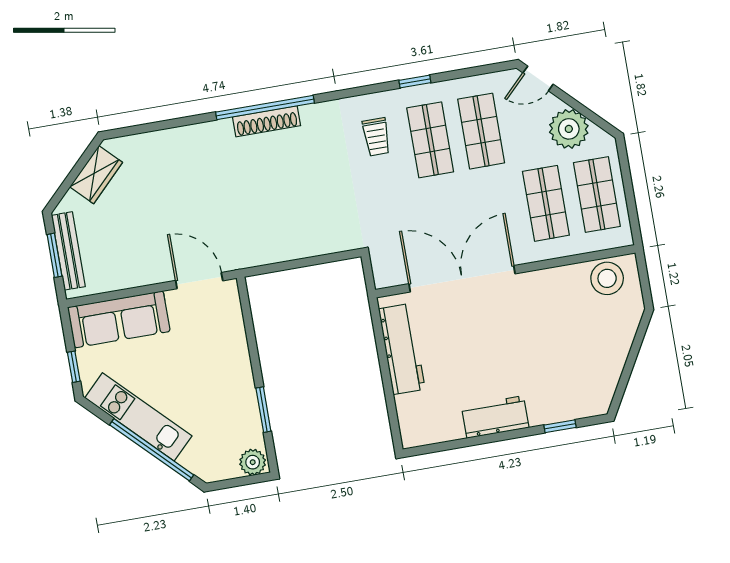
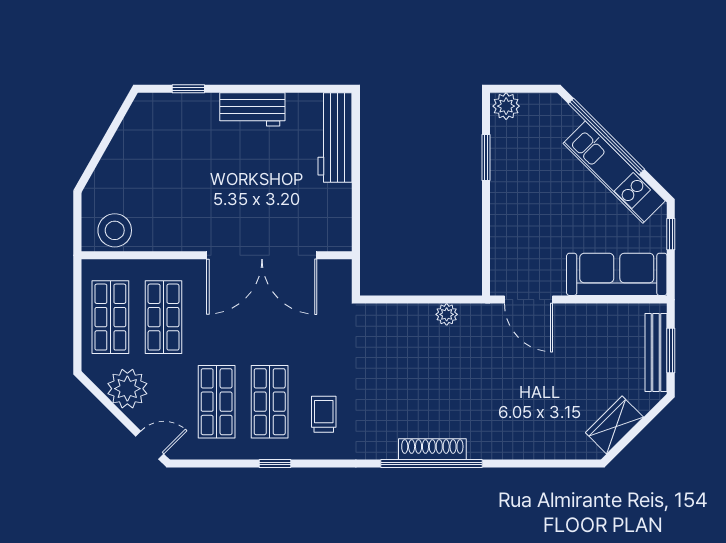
plant: (275, 253) -> (447, 314), added
workbench: (402, 349) -> (335, 137), moved

